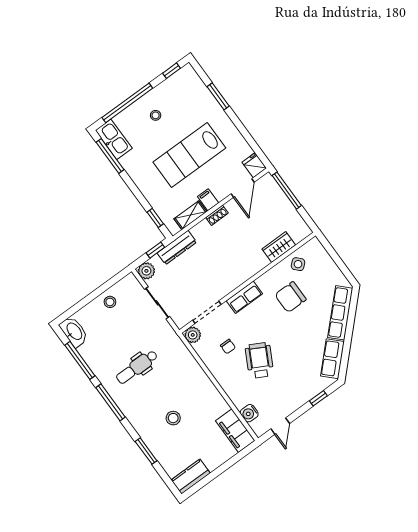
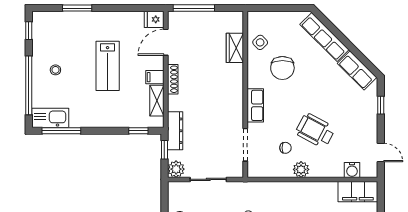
lab bench: (189, 155) -> (108, 66), width x0.73, depth x0.72
door: (243, 188) -> (166, 42), swing flipped
shoe rack: (217, 215) -> (173, 79), width x1.43
plant: (193, 335) -> (301, 169), moved

